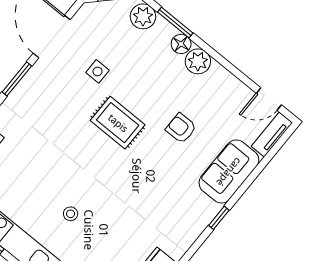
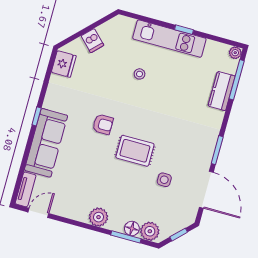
floor lamp: (181, 44) -> (132, 228), moved
armchair: (181, 128) -> (103, 124), moved
sofa: (229, 172) -> (46, 143), width x1.36

